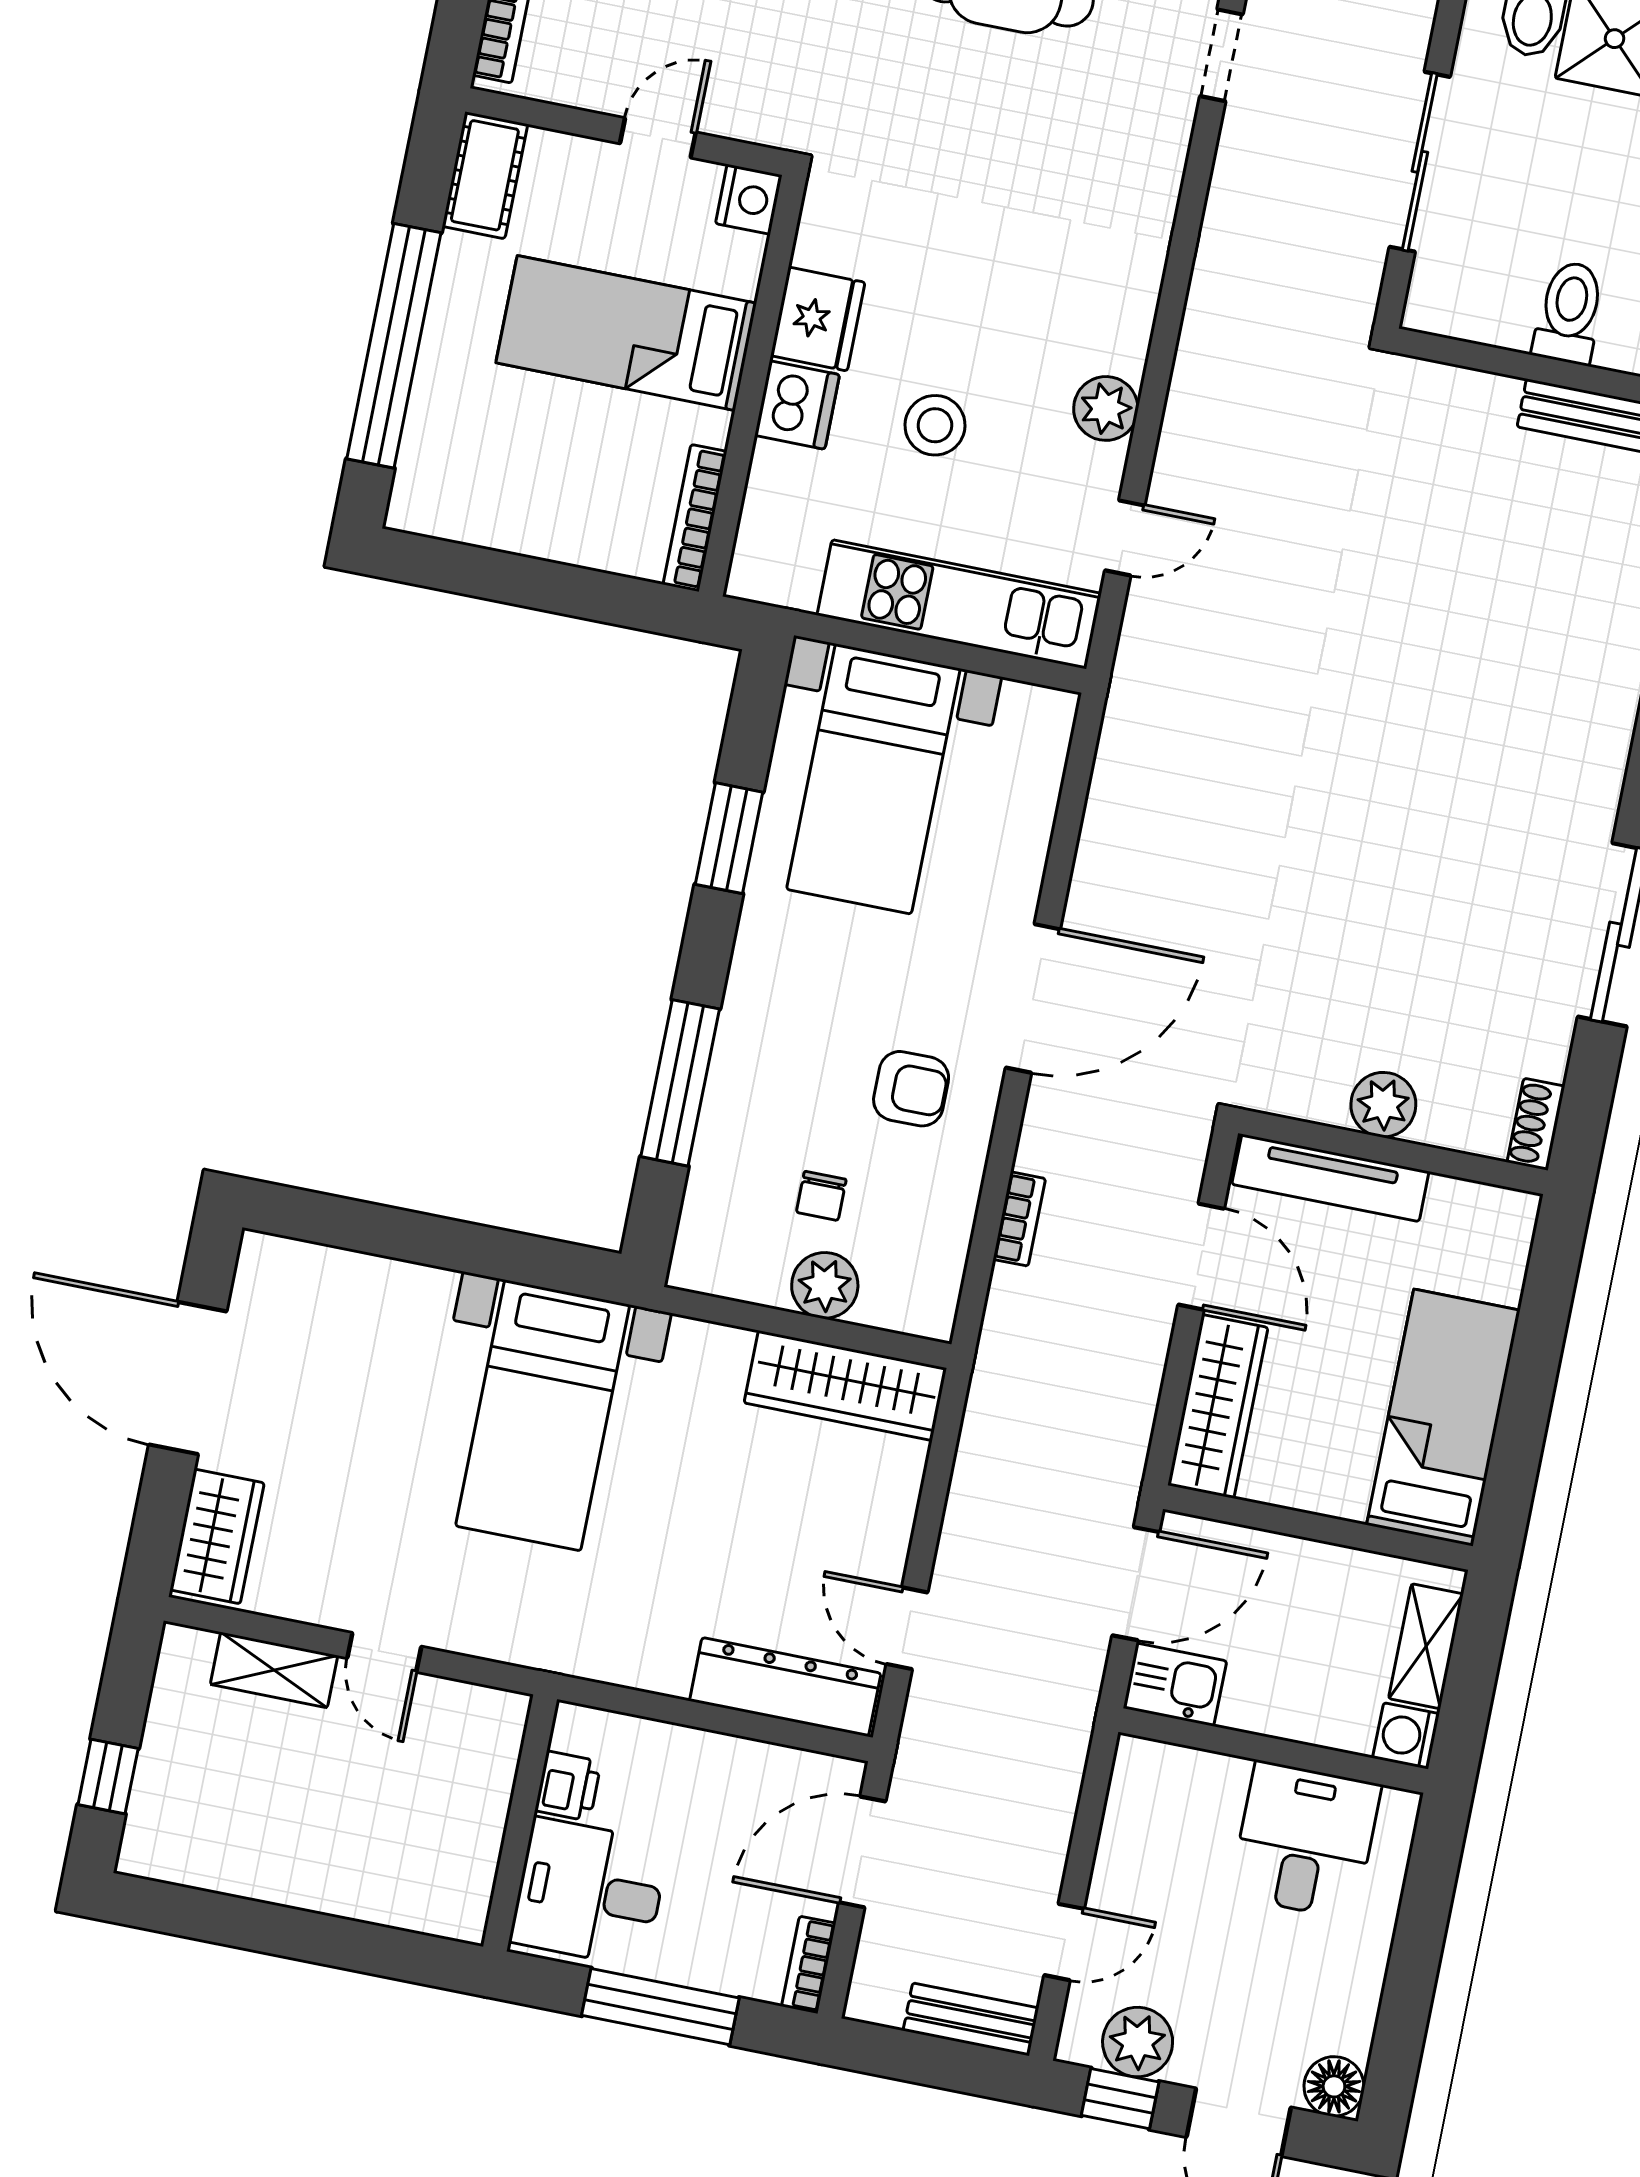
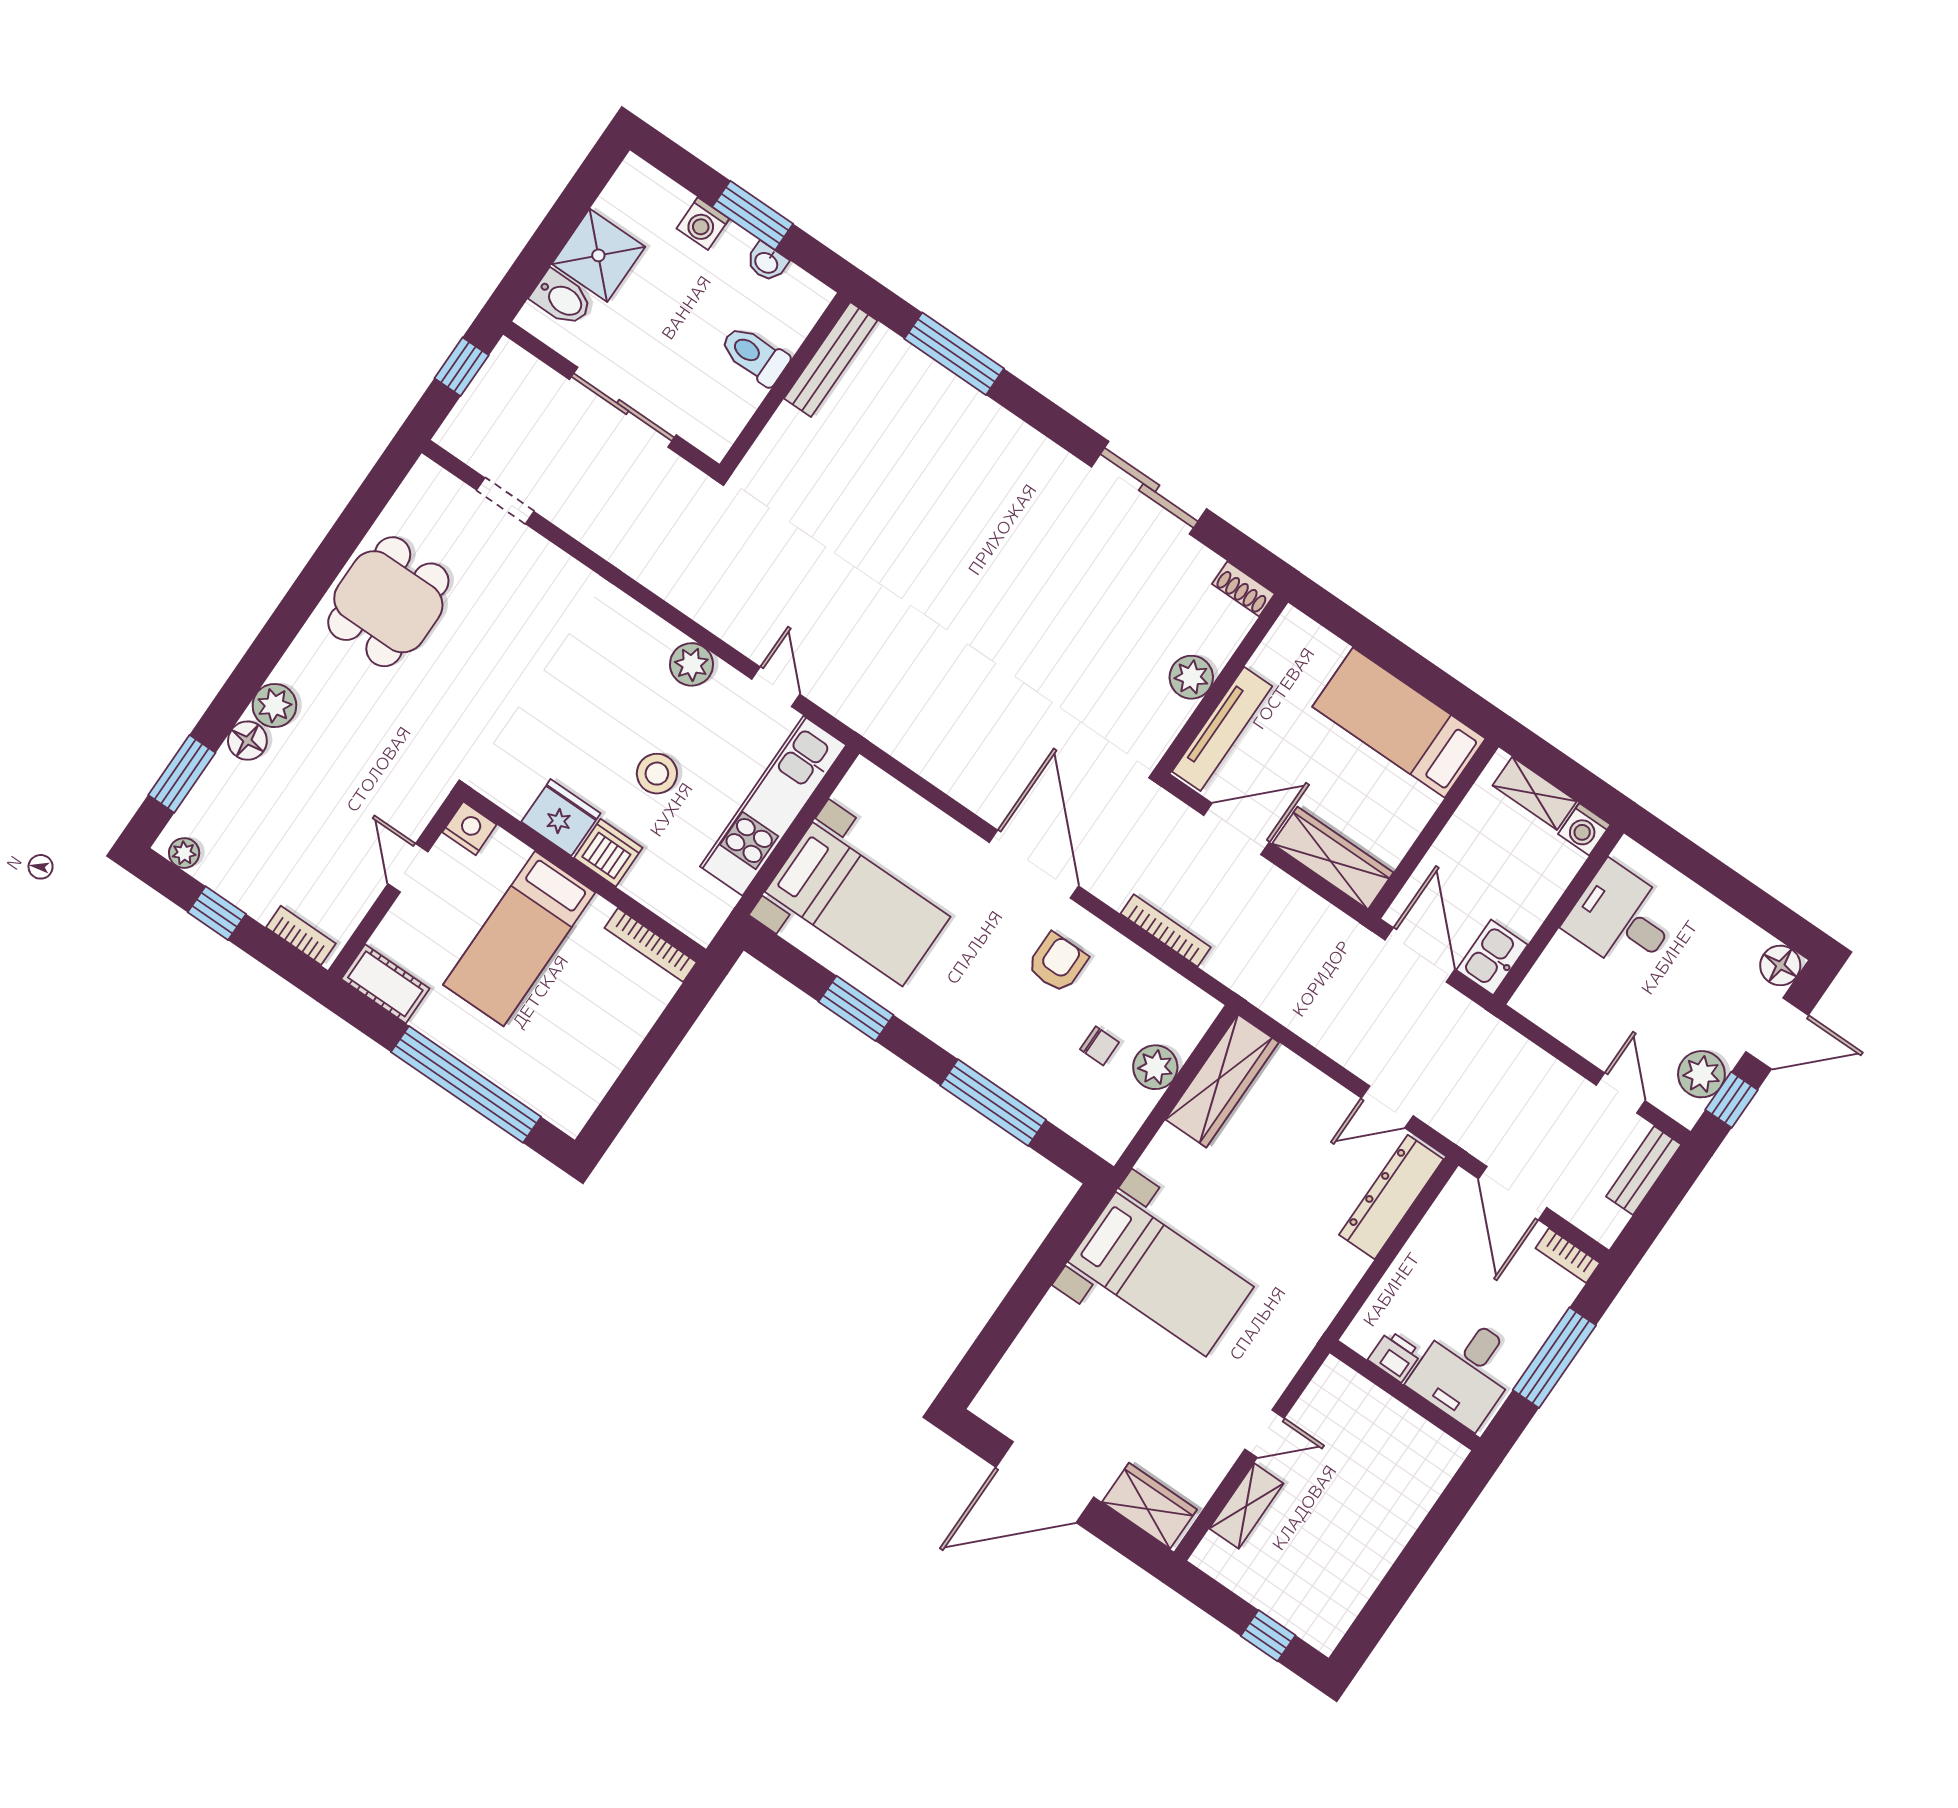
bookcase: (1019, 1219) -> (1166, 930), width x1.56

